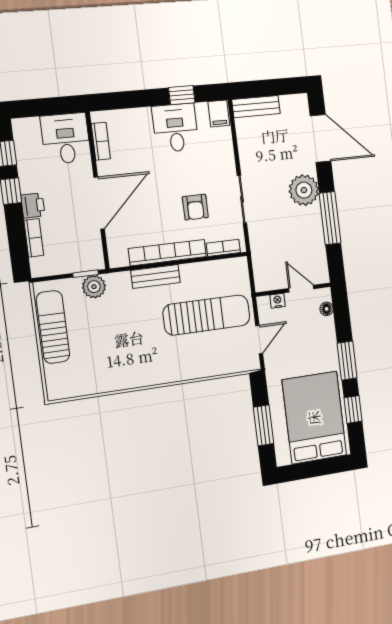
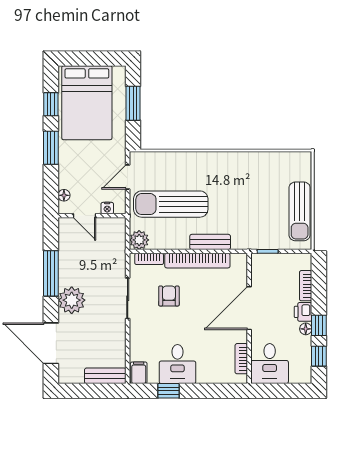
floor lamp: (27, 185) -> (306, 329), added
plant: (94, 287) -> (139, 240), moved

